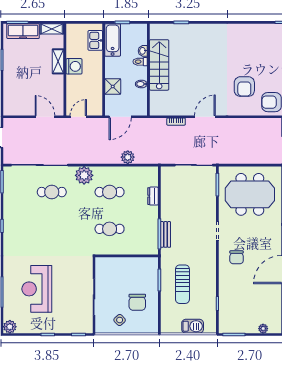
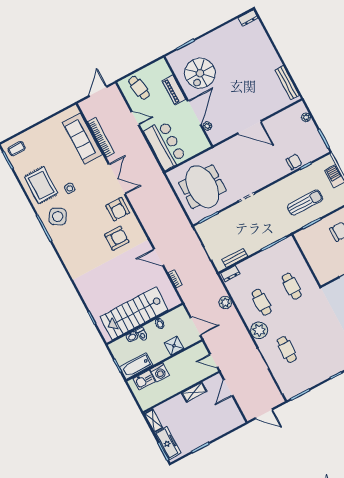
shelving: (58, 61) -> (194, 392), moved
stairs: (159, 65) -> (134, 313), width x1.36, depth x1.51
washing machine: (74, 66) -> (160, 372), moved, turned 180
dresser: (153, 196) -> (230, 273), moved
bench: (165, 234) -> (235, 258), moved
chair: (237, 257) -> (294, 162), moved

